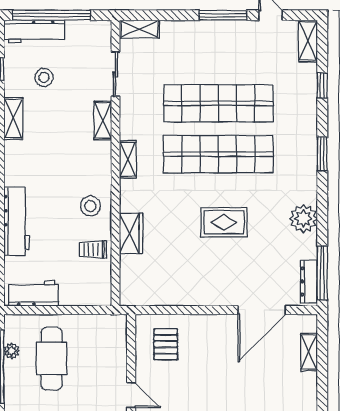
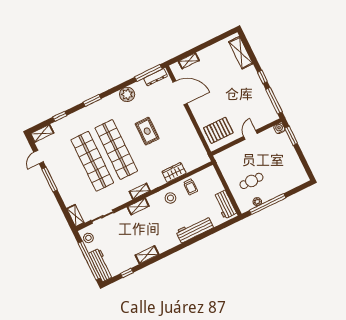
stool: (44, 77) -> (88, 238), moved
shelving: (103, 120) -> (138, 207), moved
pallet: (166, 344) -> (218, 130), width x1.50, depth x1.42
cafe table: (52, 359) -> (252, 181), width x0.73, depth x0.74

